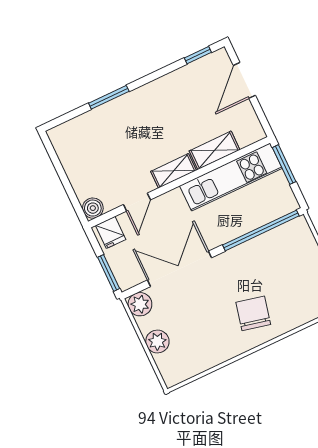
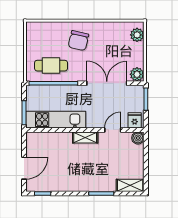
shelving: (214, 150) -> (130, 185), moved
cafe table: (277, 256) -> (51, 66), added
double door: (179, 269) -> (107, 83), swing flipped
plant: (157, 341) -> (137, 35), moved

